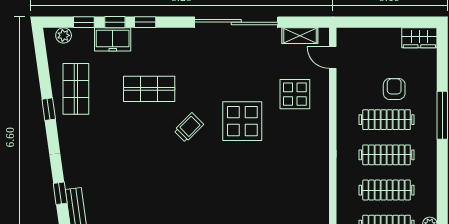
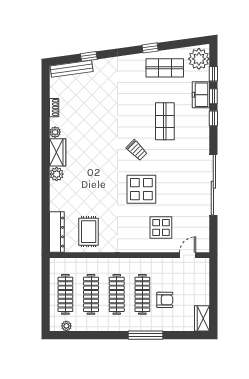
plant: (64, 35) -> (199, 59), width x1.87, depth x1.87
shelving: (300, 36) -> (204, 231), removed
rug: (301, 193) -> (89, 232), added

